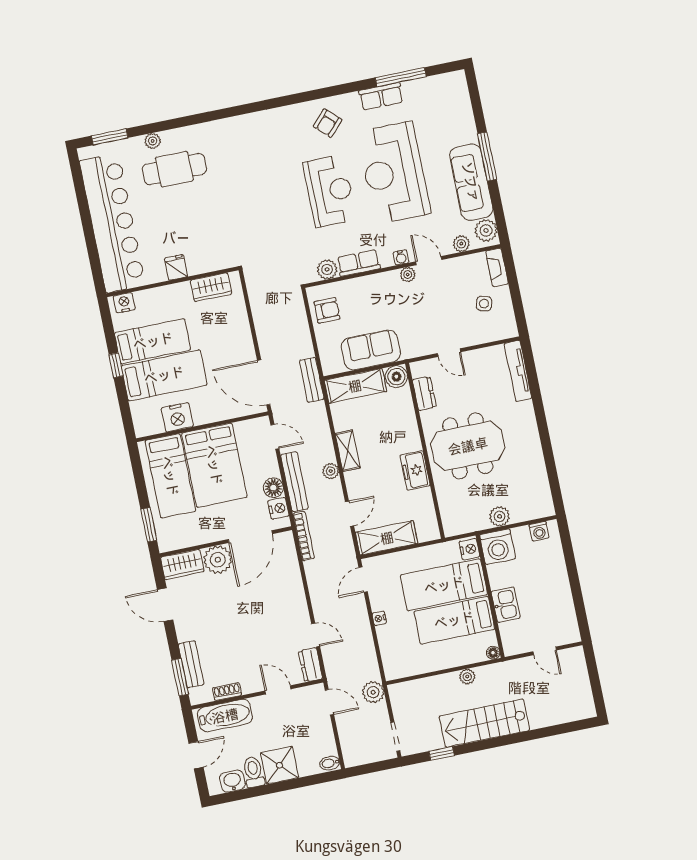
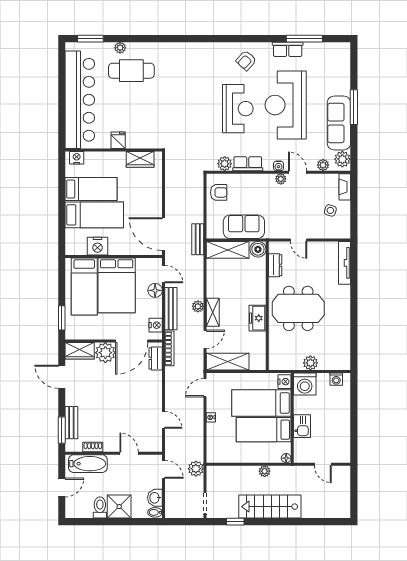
window: (116, 365) -> (62, 201), removed
shelving: (348, 451) -> (213, 312), moved
floor lamp: (273, 488) -> (155, 290), moved
dresser: (310, 665) -> (156, 358), moved
washbasin: (232, 781) -> (155, 498), moved, turned -90

